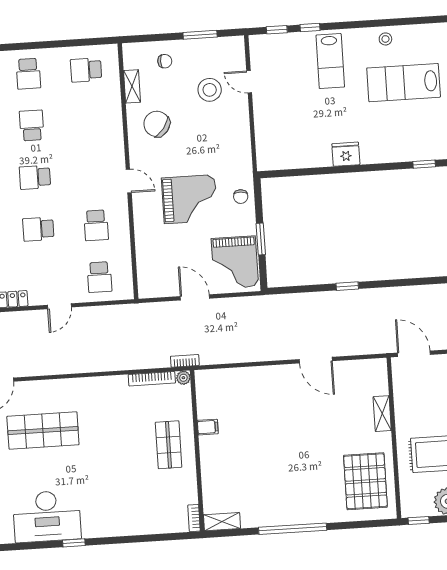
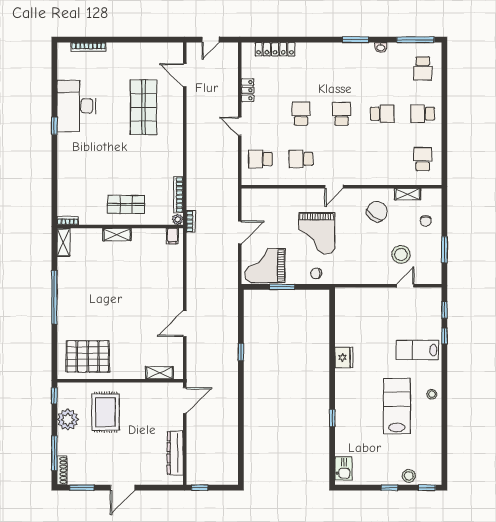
shelving: (382, 414) -> (159, 373), moved
filing cabinet: (208, 427) -> (172, 236), moved
shelving: (208, 454) -> (117, 235), added

